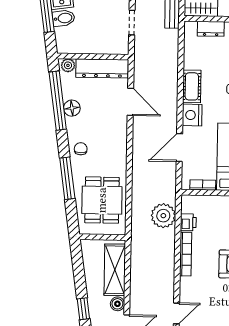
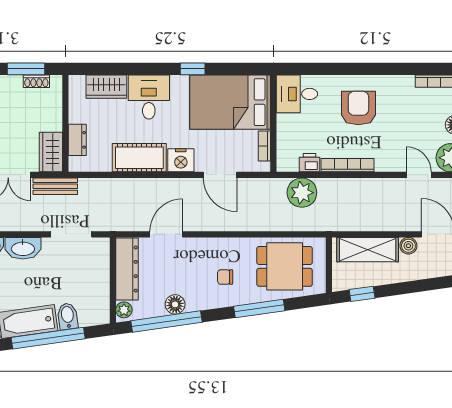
doorway: (132, 23) -> (71, 234), width x1.38
cot: (192, 86) -> (139, 158), width x1.37, depth x1.34
chair: (81, 149) -> (225, 277), moved
window: (83, 309) -> (362, 294), moved

